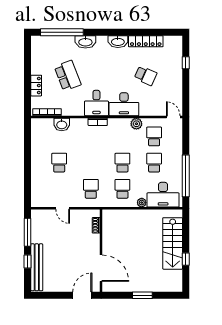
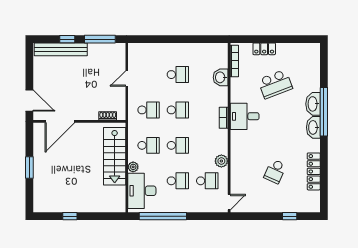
window: (62, 32) -> (324, 112), moved
washbasin: (118, 42) -> (313, 127), moved
desk: (124, 104) -> (243, 147), removed
school desk: (91, 163) -> (178, 110), added
stairs: (173, 243) -> (115, 156), moved, turned -90

